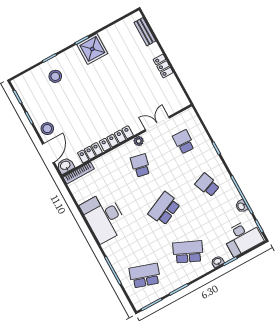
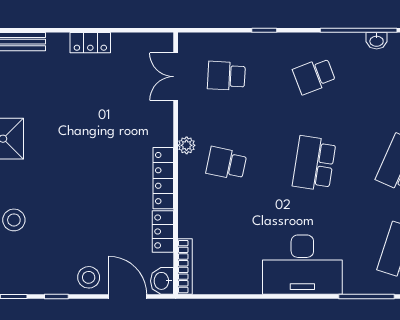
double door: (157, 124) -> (176, 77), moved
school desk: (164, 209) -> (314, 163), turned 33
desk: (104, 217) -> (302, 265), moved

